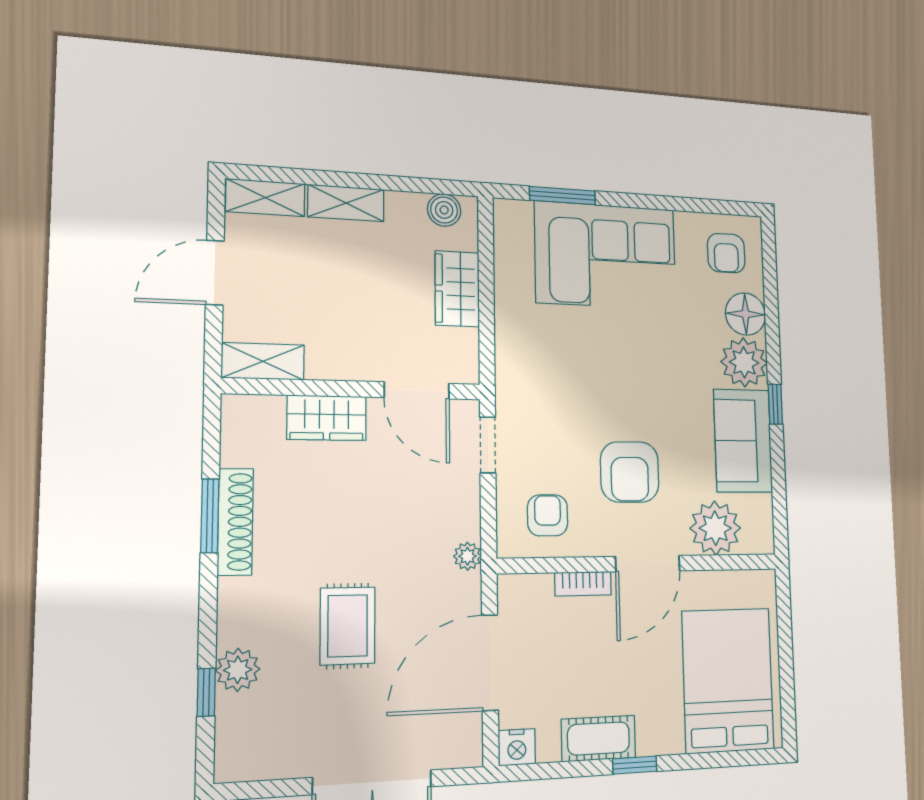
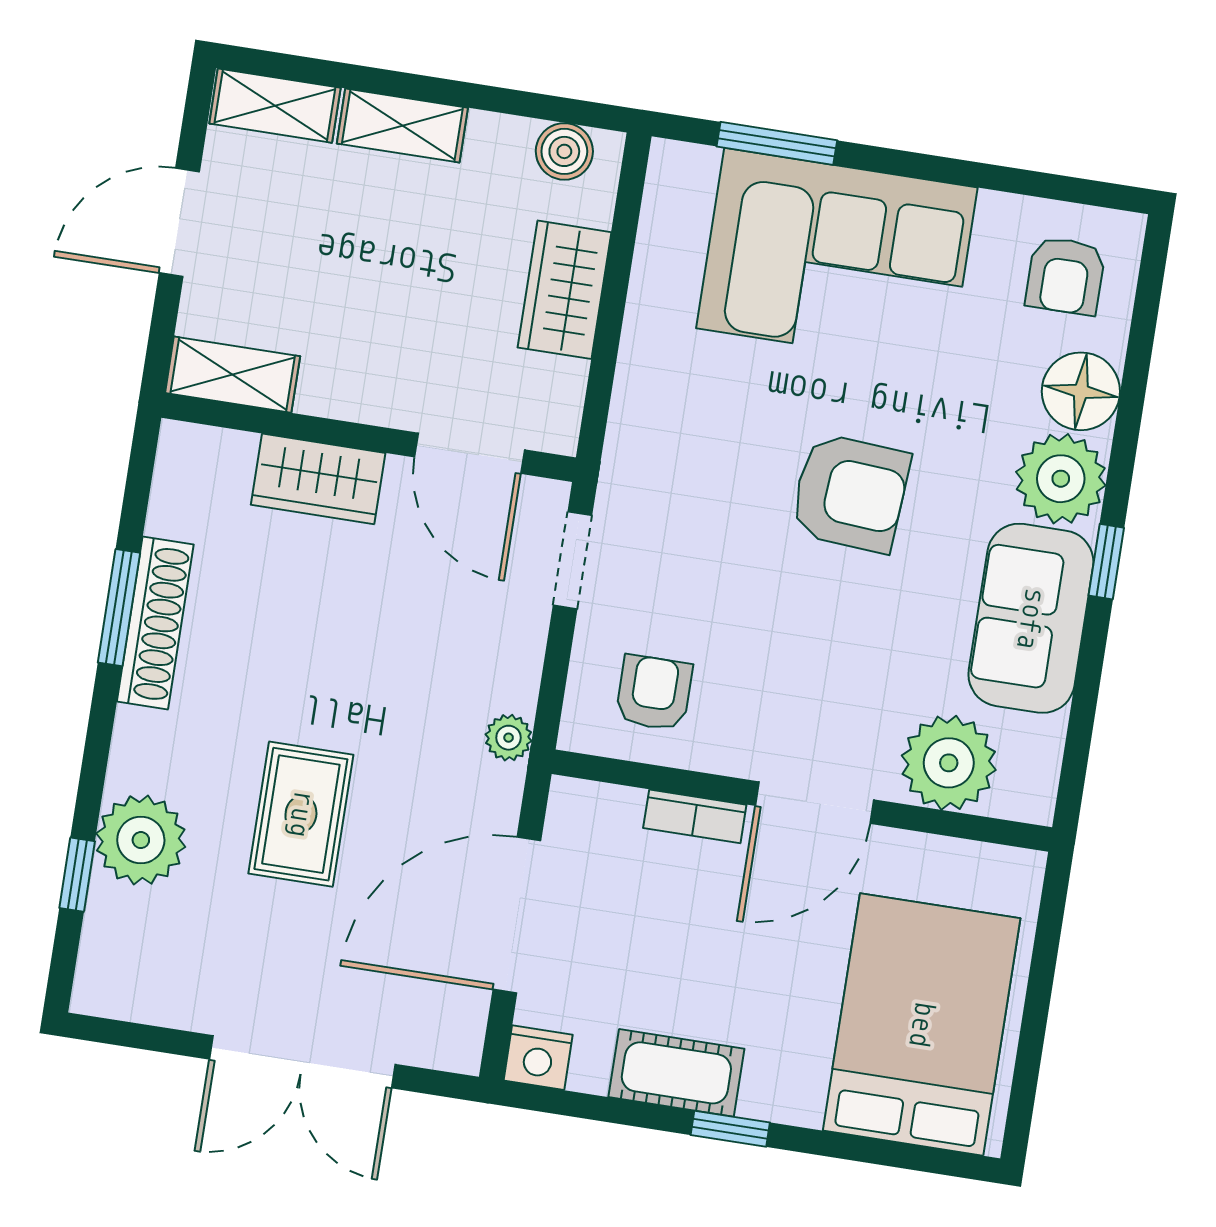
armchair: (630, 472) -> (850, 493), moved, turned -86
plant: (238, 670) -> (141, 840), width x1.36, depth x1.36

